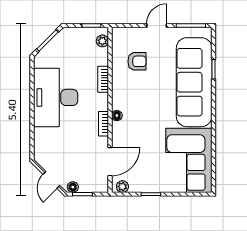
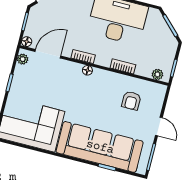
door: (110, 162) -> (48, 54), swing flipped
floor lamp: (73, 187) -> (27, 42), moved

